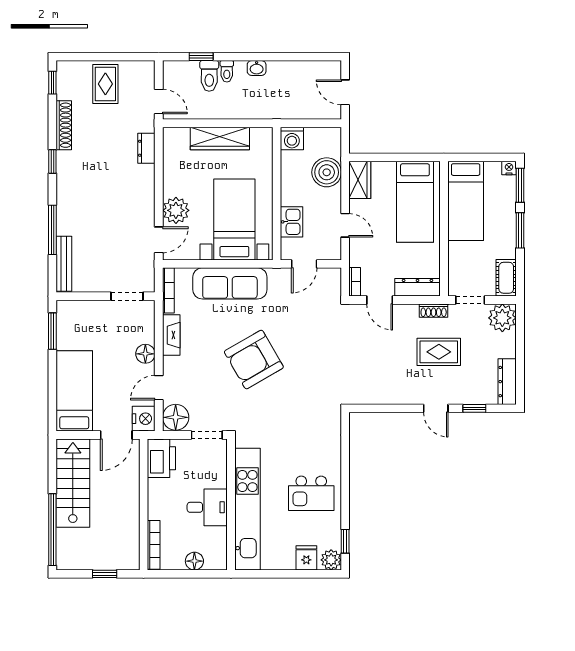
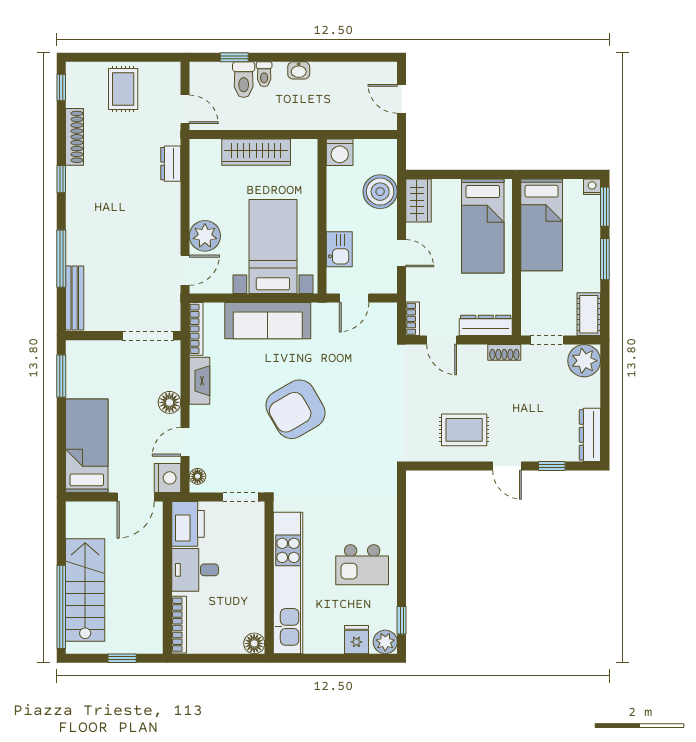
doorway: (127, 296) -> (148, 336), width x1.38
rug: (439, 352) -> (464, 430), moved
floor lamp: (176, 417) -> (197, 476), width x0.53, depth x0.53
stairs: (73, 483) -> (85, 590), moved
desk: (207, 507) -> (195, 570), moved, turned 180
floor lamp: (194, 561) -> (254, 643), moved

